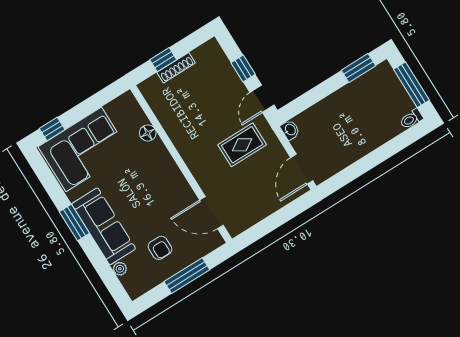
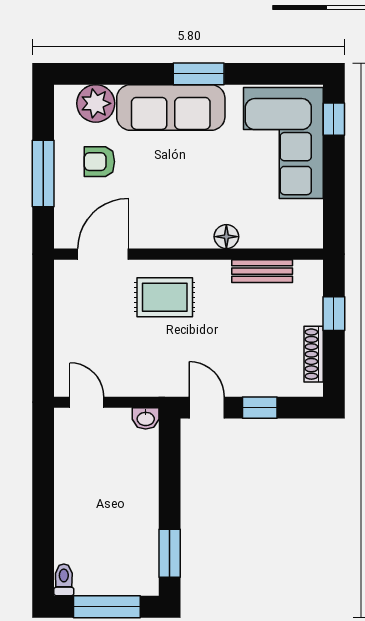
shoe rack: (176, 68) -> (314, 354), moved
bench: (164, 116) -> (262, 271), added
floor lamp: (148, 133) -> (226, 237), moved
rug: (242, 145) -> (165, 297), moved, turned 90
door: (302, 169) -> (87, 402), width x0.73
plant: (120, 269) -> (96, 103), width x1.87, depth x1.87

